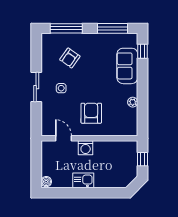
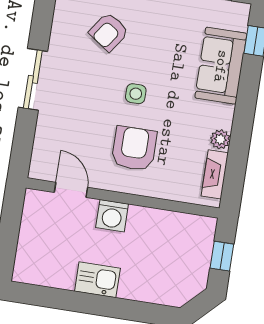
side table: (61, 88) -> (136, 94), moved
fireplace: (133, 120) -> (215, 174), added
boiler: (46, 182) -> (23, 271), removed

